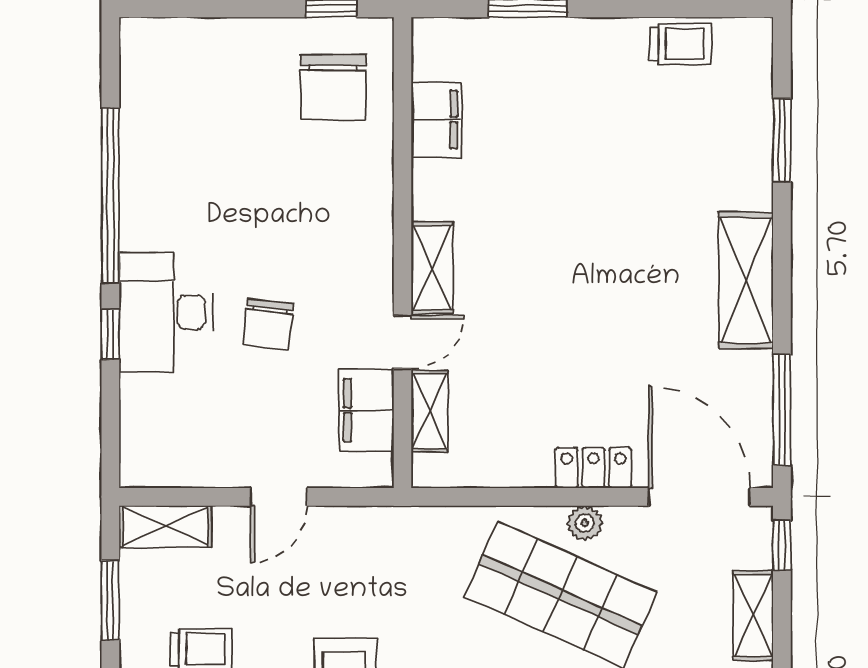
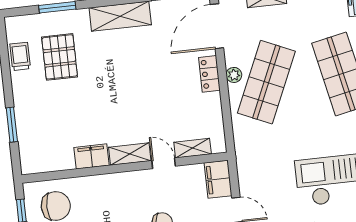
filing cabinet: (436, 120) -> (91, 156), moved
pallet: (669, 133) -> (60, 57), added
filing cabinet: (367, 410) -> (218, 179), moved, turned 90

